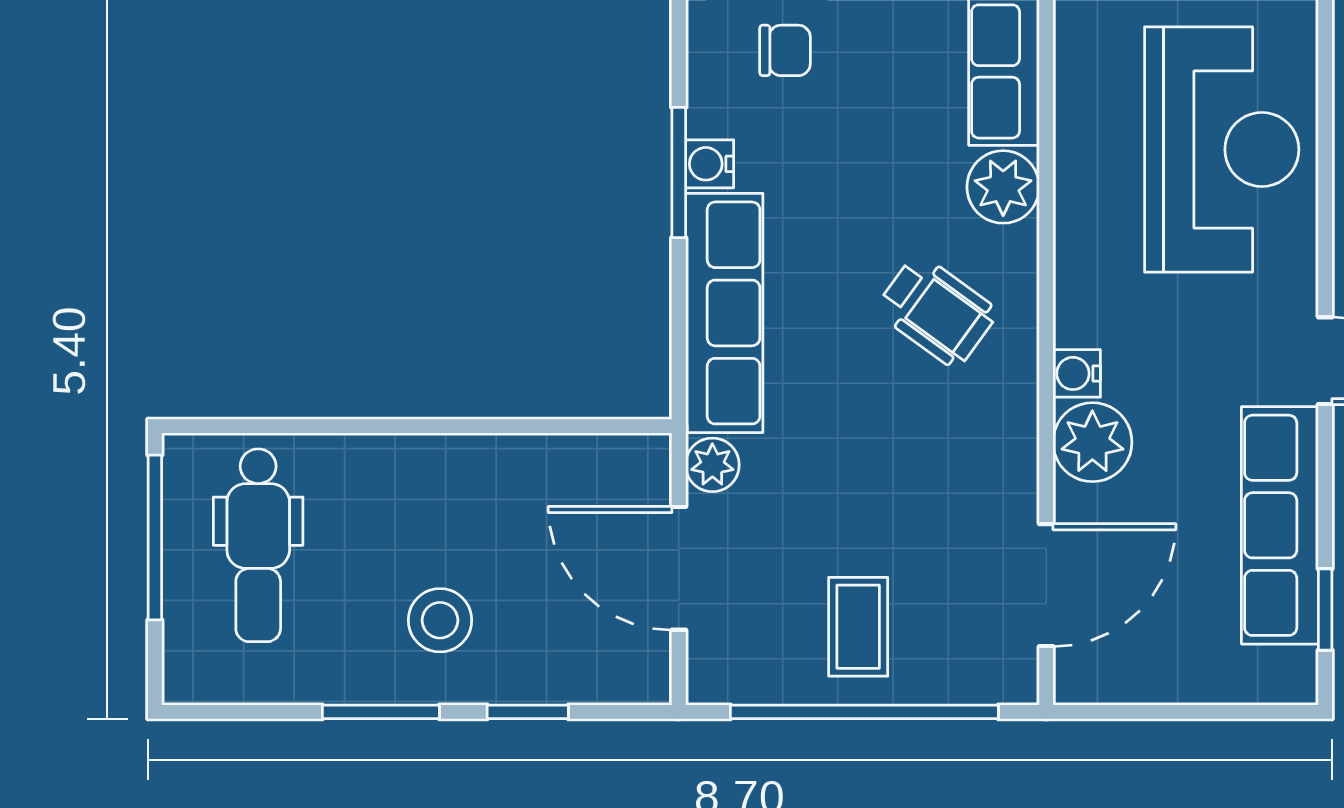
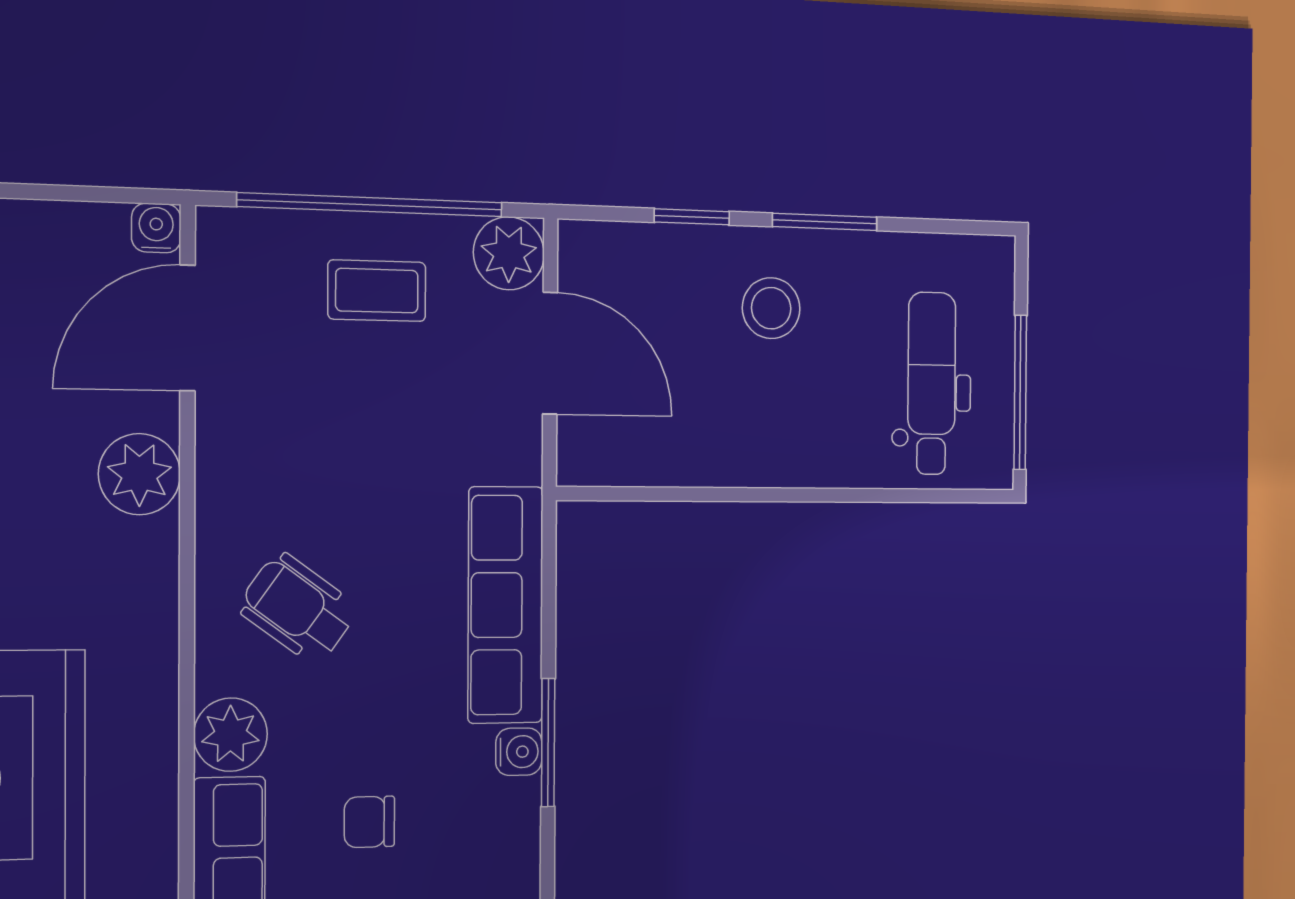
chair: (785, 50) -> (369, 822), moved
water cooler: (1077, 373) -> (156, 228), moved, turned -90
plant: (712, 465) -> (509, 253), moved, width x1.38, depth x1.38
coffee table: (858, 627) -> (377, 291), turned 90

